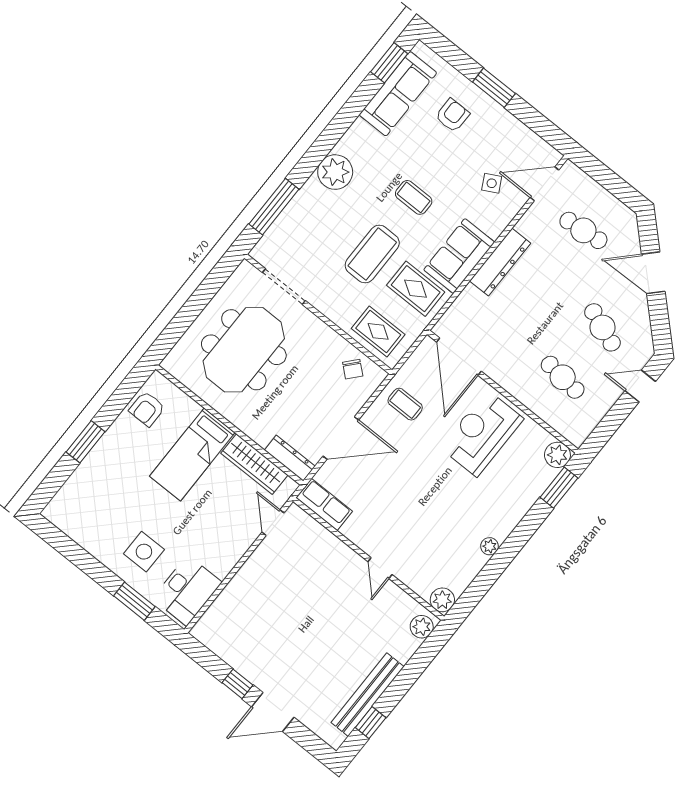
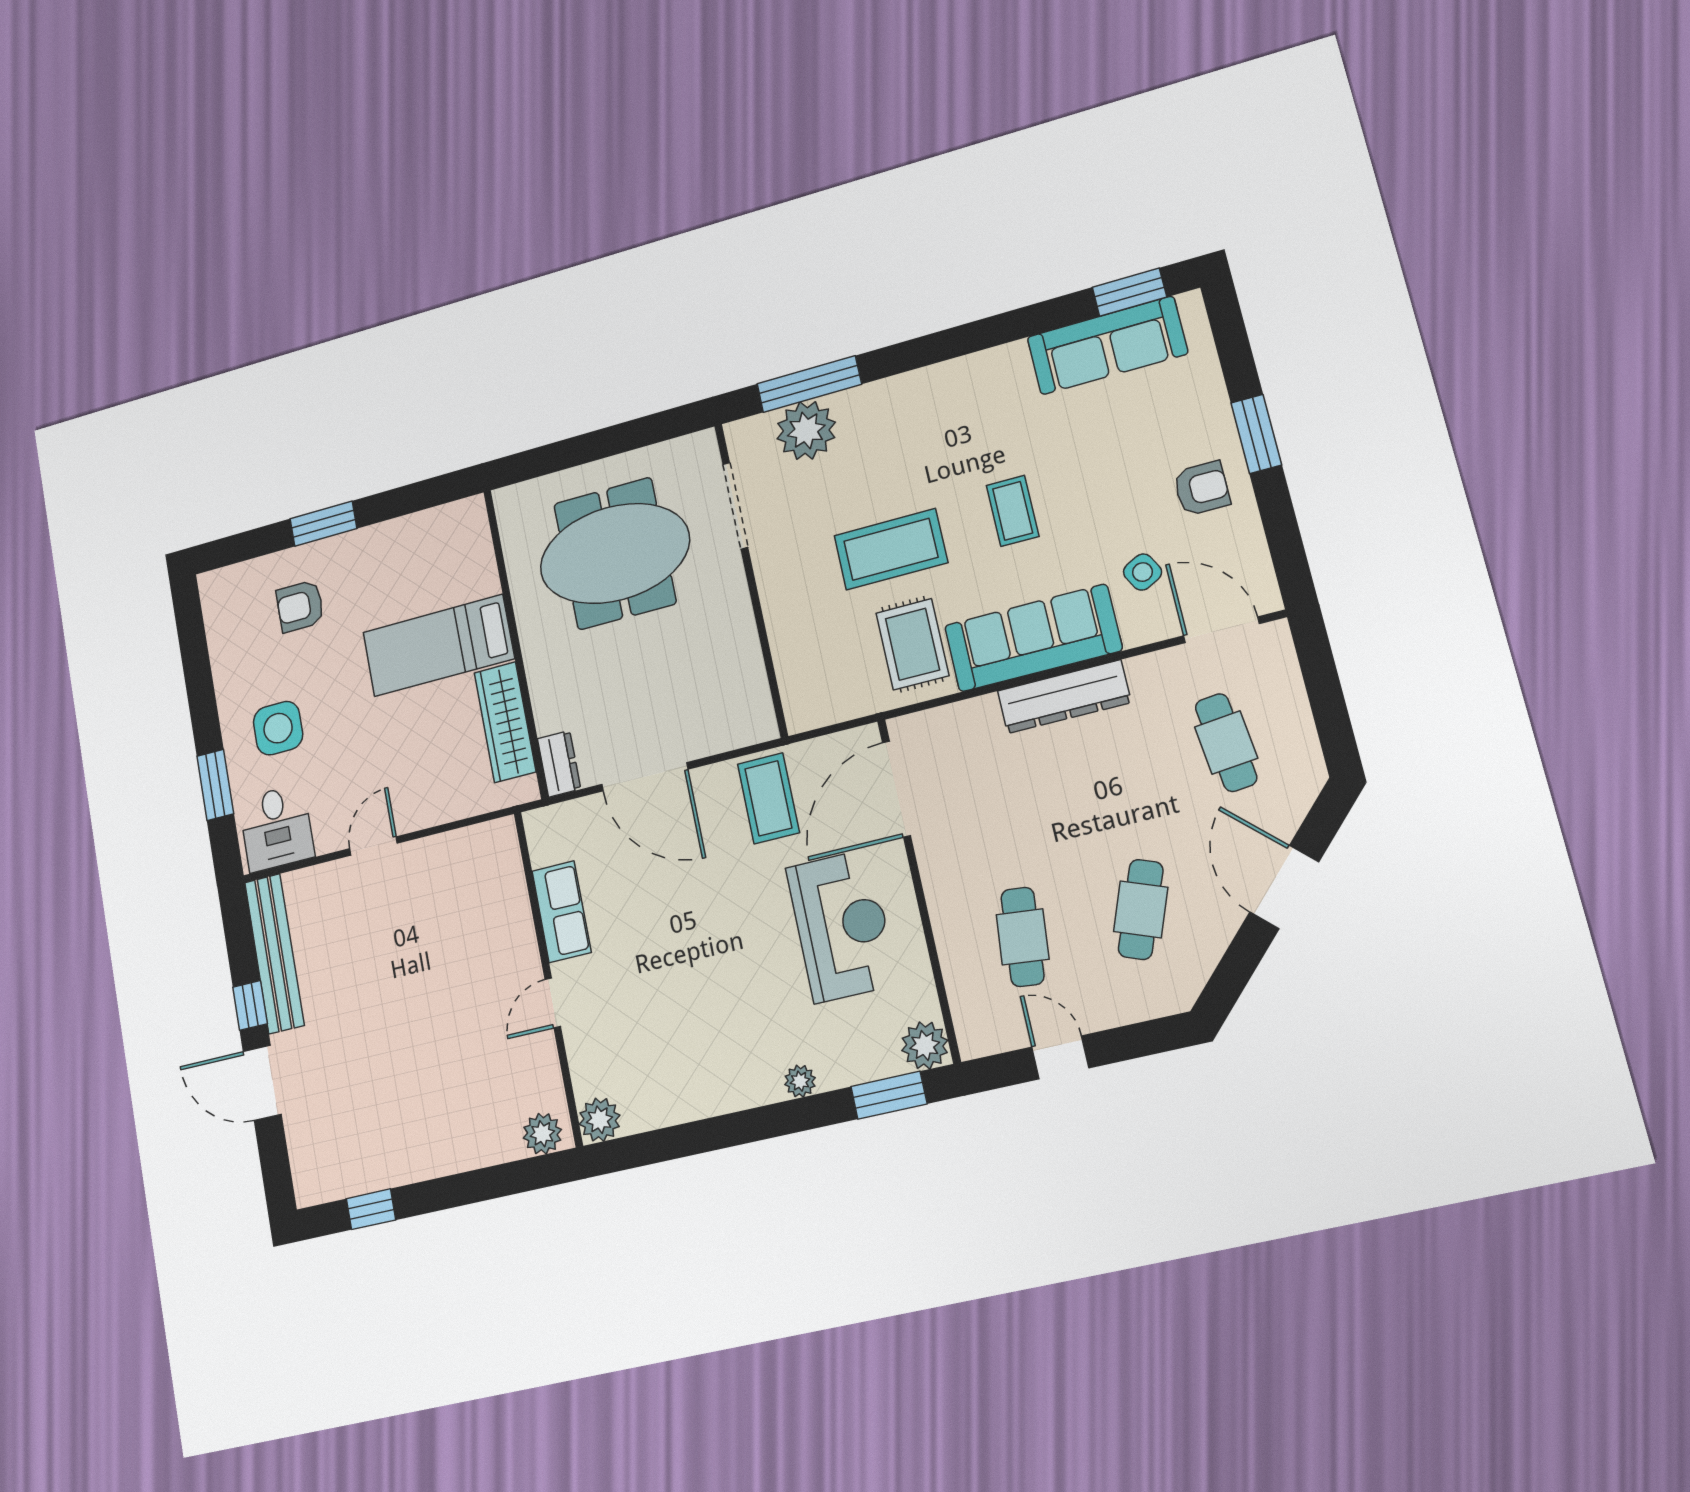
armchair: (452, 115) -> (1202, 488), moved
plant: (335, 172) -> (806, 430), moved
sofa: (459, 256) -> (1033, 638), width x1.36
rug: (378, 331) -> (813, 666), removed
chair: (353, 369) -> (736, 692), removed
door: (640, 386) -> (1060, 1057), moved
coffee table: (405, 404) -> (768, 798), width x1.36, depth x1.30
armchair: (147, 409) -> (300, 606), moved
reception desk: (482, 433) -> (842, 926), turned 90
dresser: (290, 458) -> (559, 764), width x0.70
row of seats: (324, 504) -> (562, 912), moved
door: (273, 523) -> (373, 846), moved
plant: (490, 546) -> (800, 1081), moved
desk: (187, 590) -> (276, 828), width x0.73
bench: (368, 695) -> (274, 953), moved, turned 90

